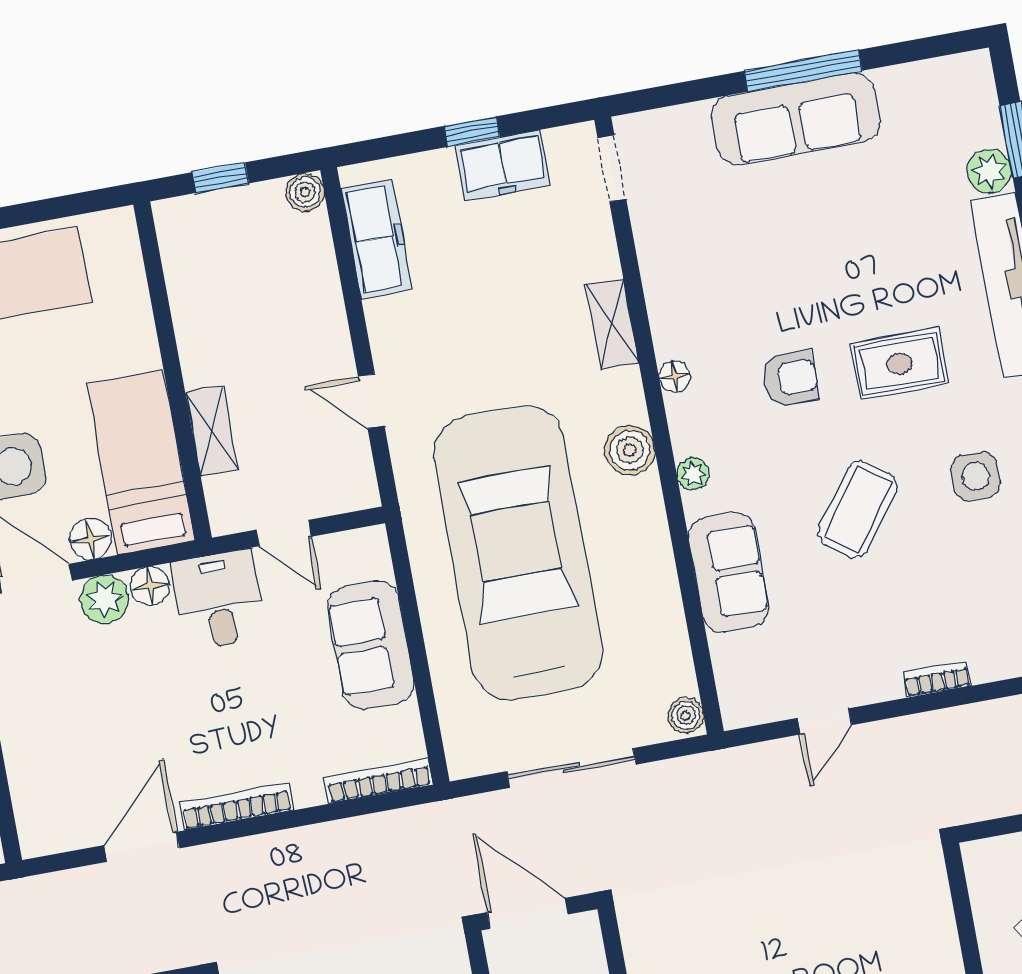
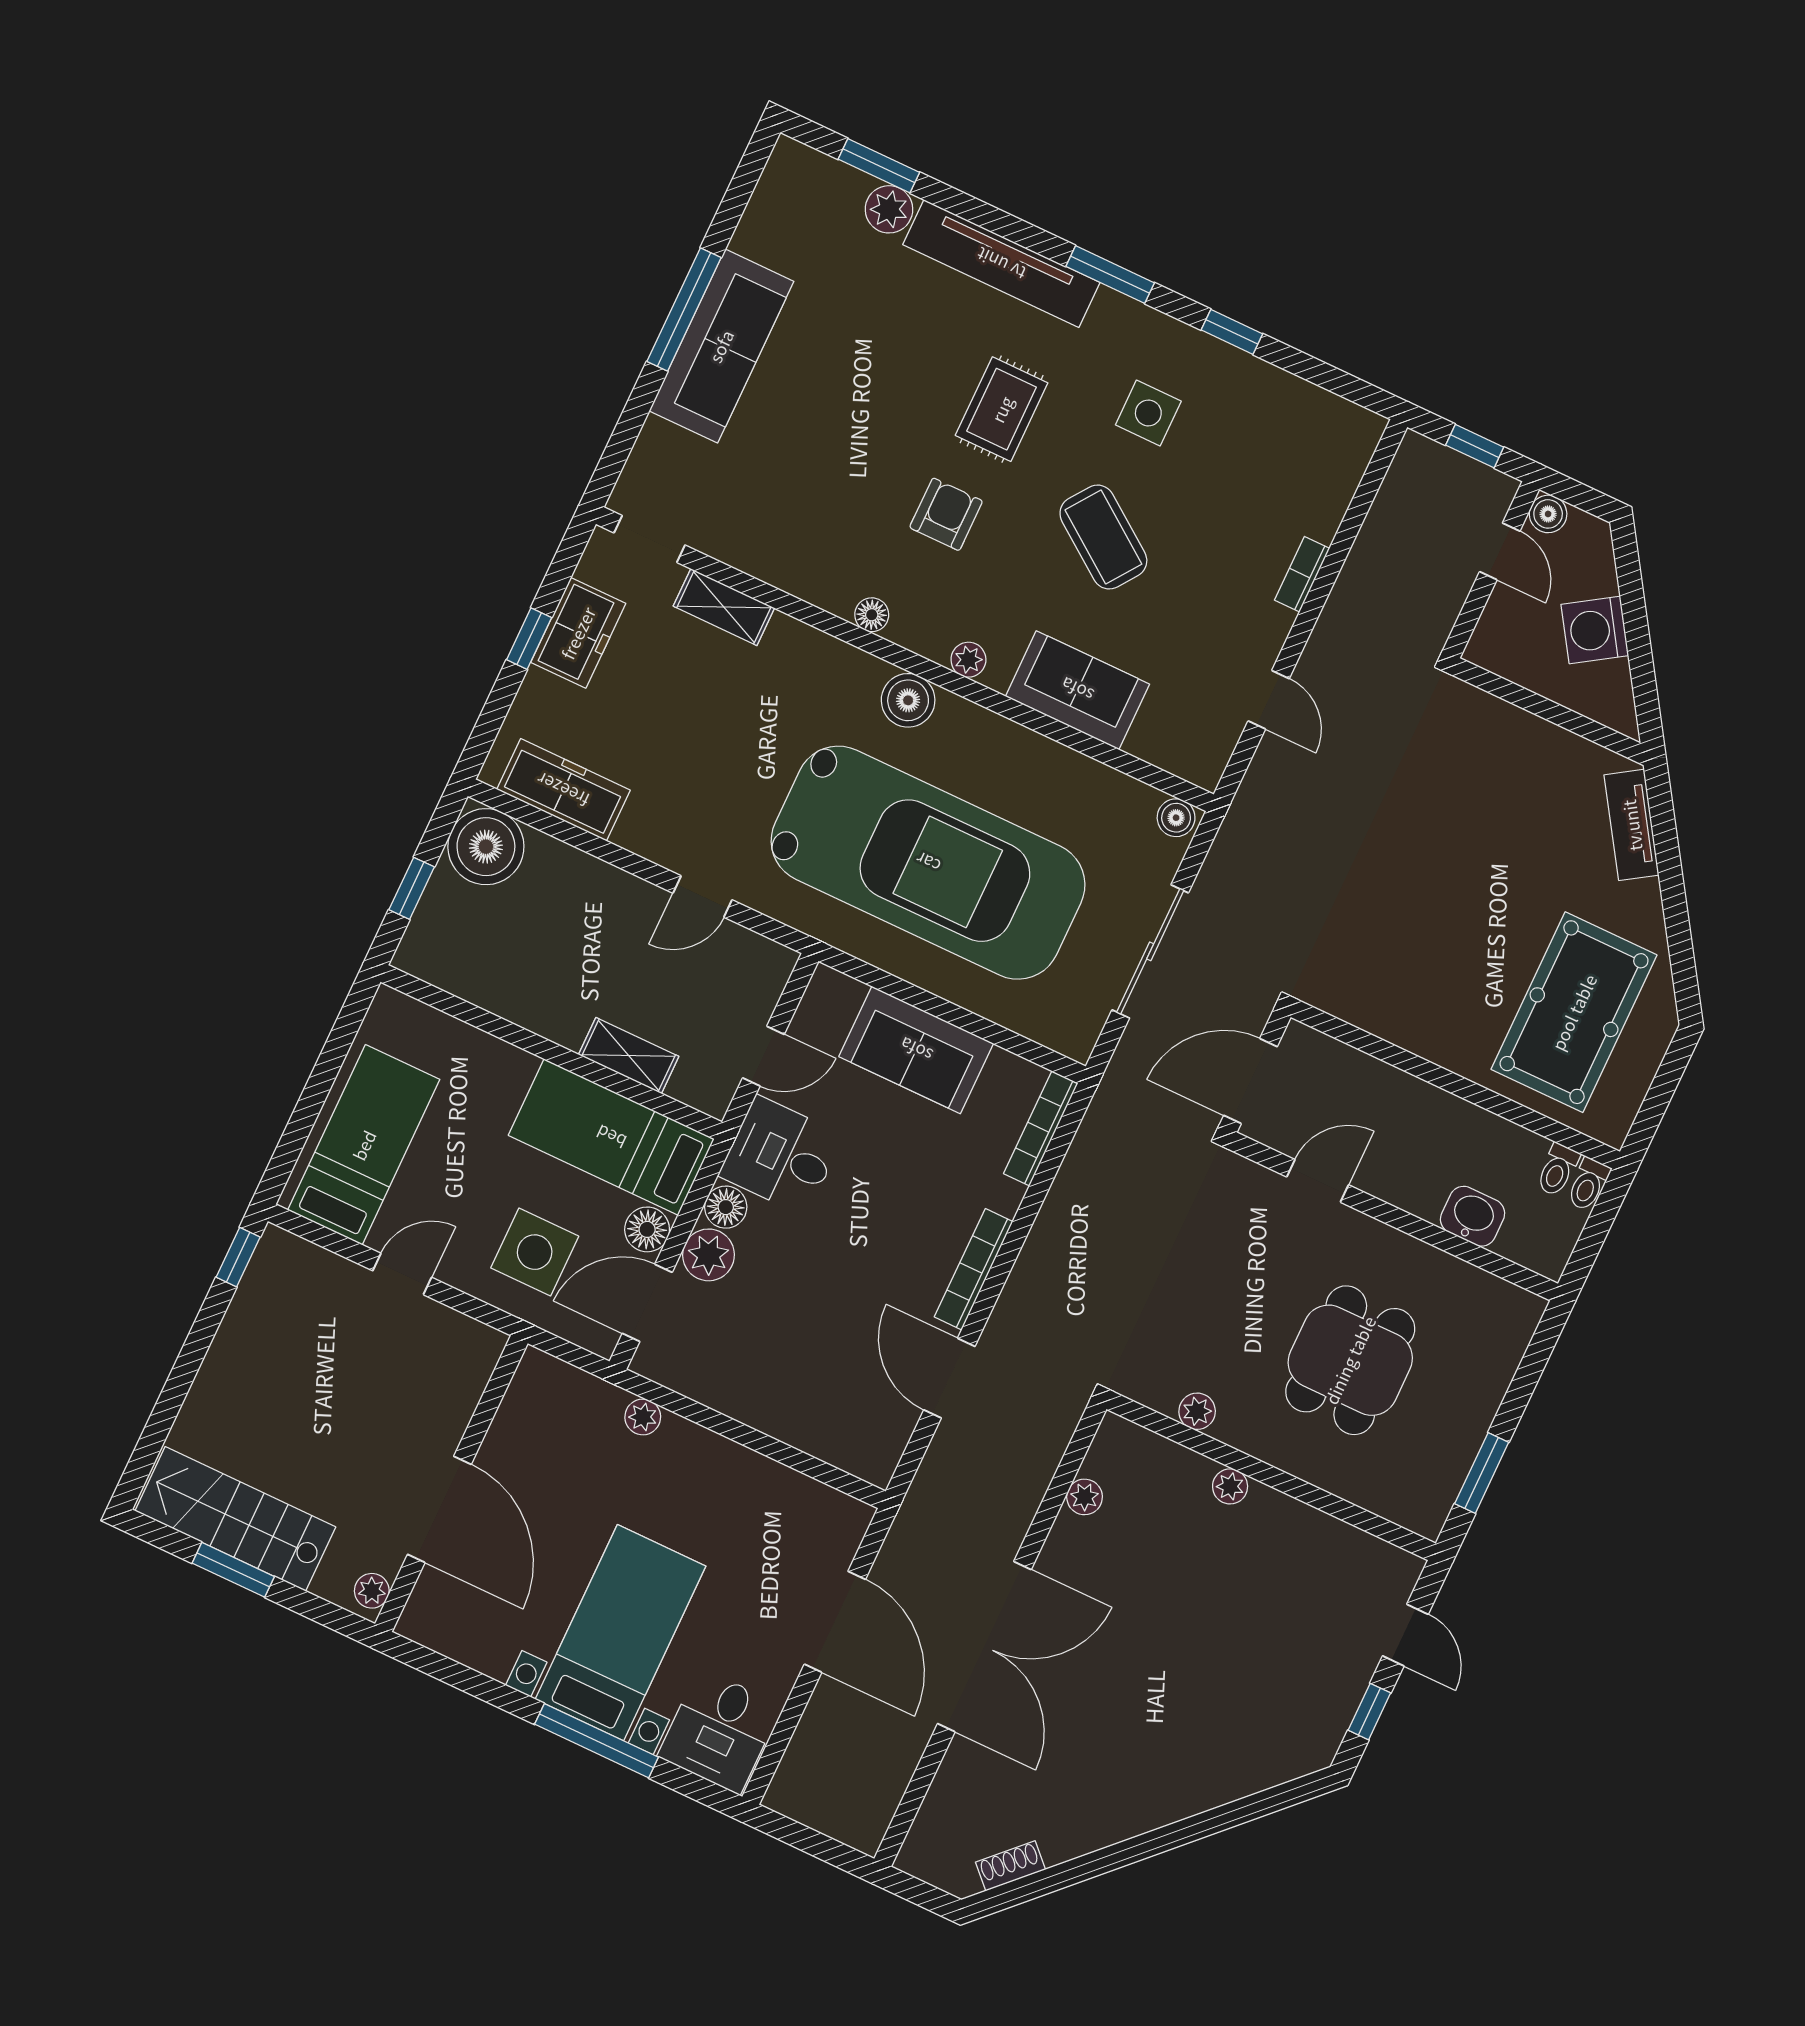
boiler: (305, 192) -> (486, 847), width x1.86, depth x1.86
shelving: (612, 324) -> (724, 607), moved
car: (518, 553) -> (928, 863), turned 180

